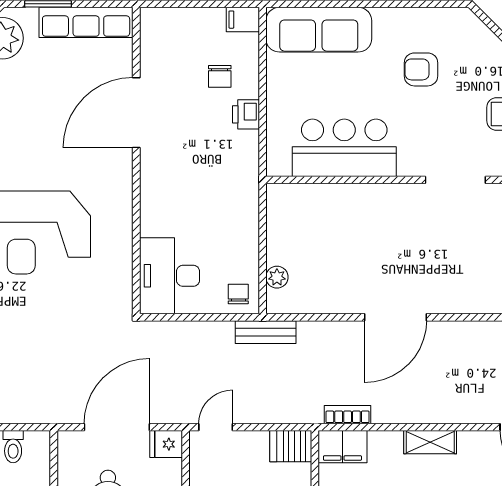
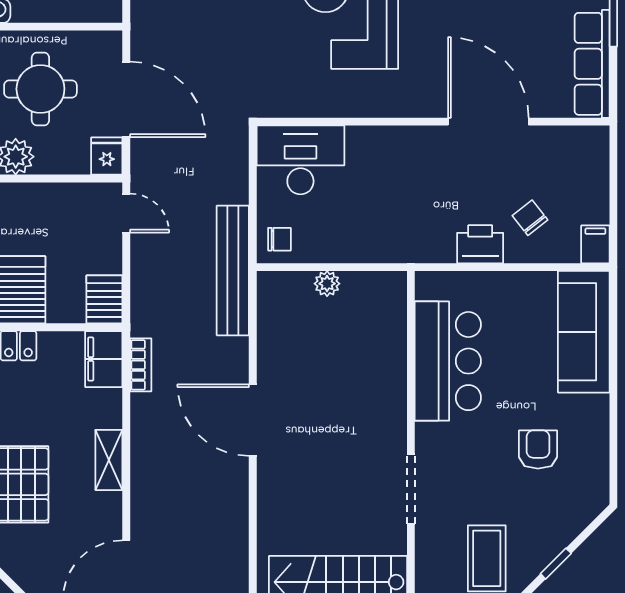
chair: (220, 76) -> (530, 218), turned 52
printer: (246, 114) -> (480, 244), width x1.36, depth x1.24
plant: (277, 277) -> (327, 284), moved
bench: (266, 332) -> (233, 270), width x1.86, depth x1.21

